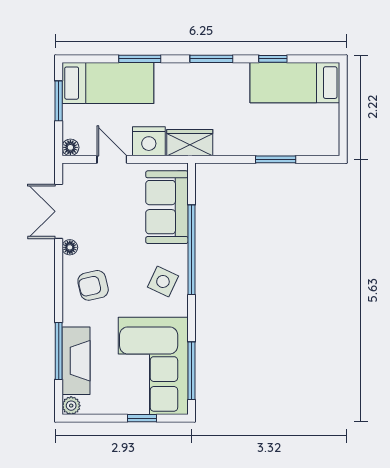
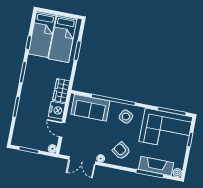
bed: (108, 83) -> (63, 39), moved, turned 180
door: (112, 159) -> (62, 130), hinge flipped
armchair: (93, 285) -> (121, 151), turned 139

